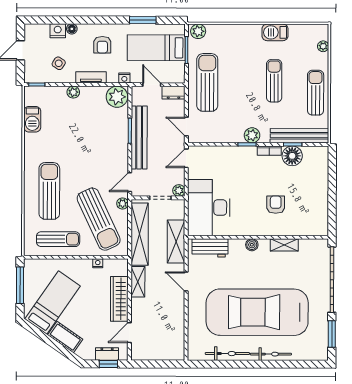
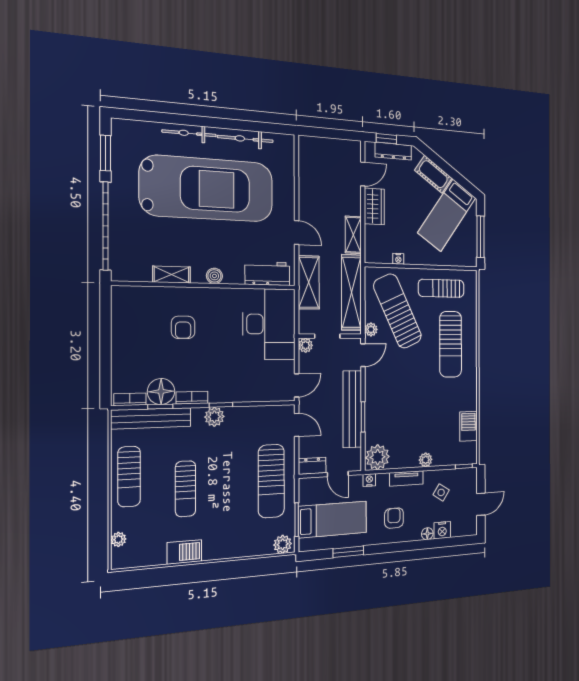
bookcase: (315, 151) -> (130, 399), added
wardrobe: (119, 299) -> (374, 206), width x0.67
dresser: (107, 354) -> (393, 151), width x1.44

